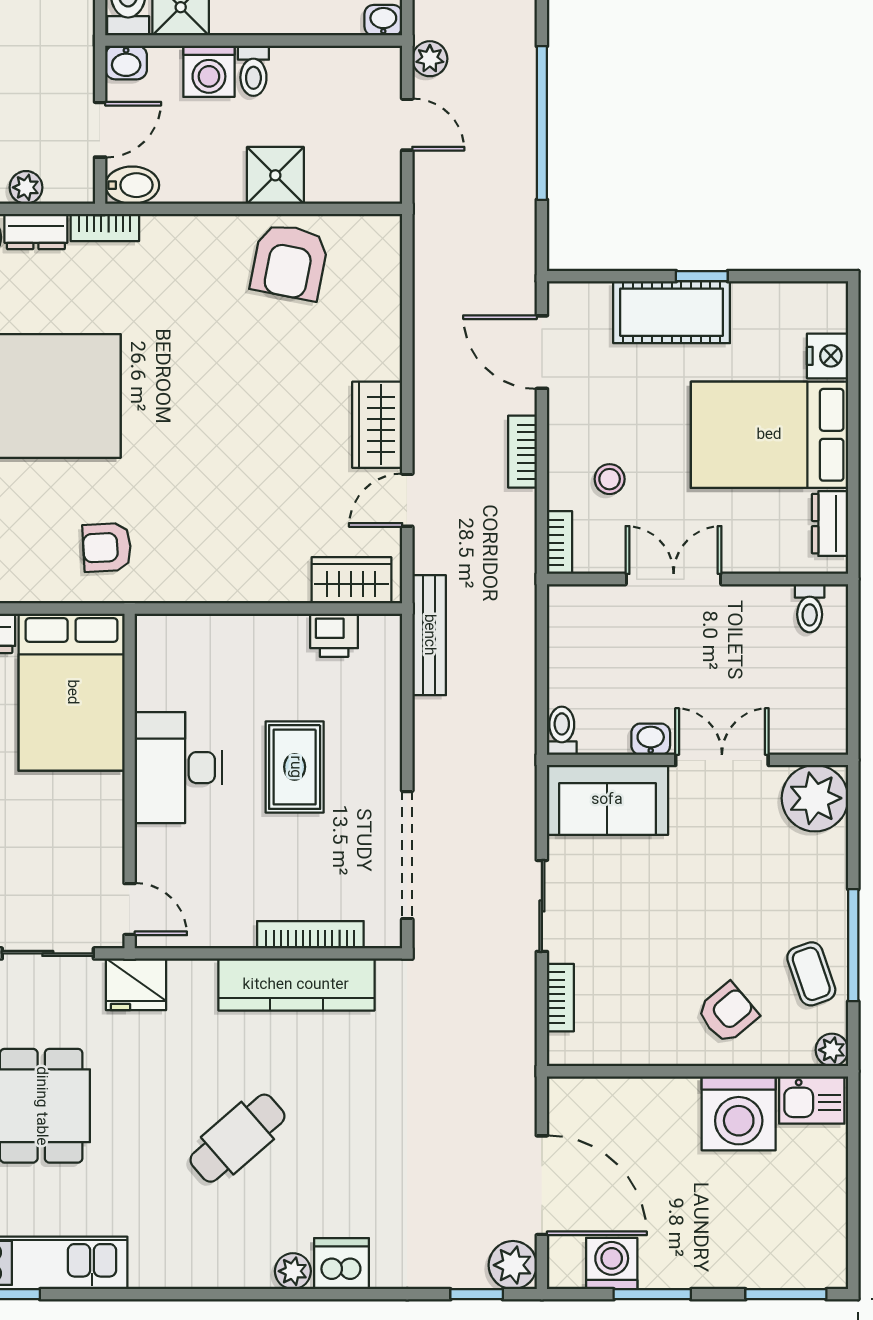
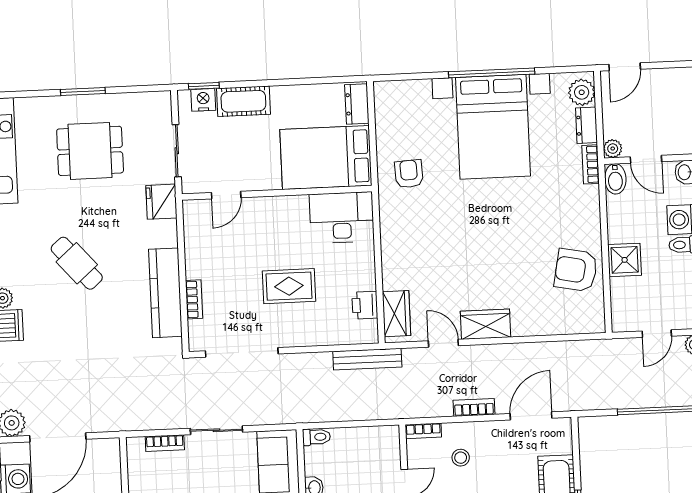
plant: (26, 187) -> (613, 149), moved
desk: (178, 768) -> (342, 218), moved
door: (130, 909) -> (226, 195), moved
bookcase: (310, 935) -> (194, 299), width x0.64

